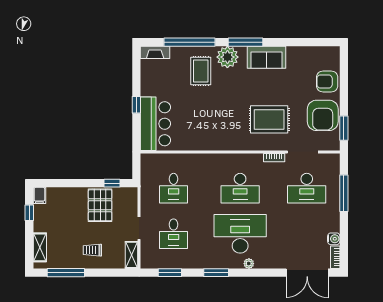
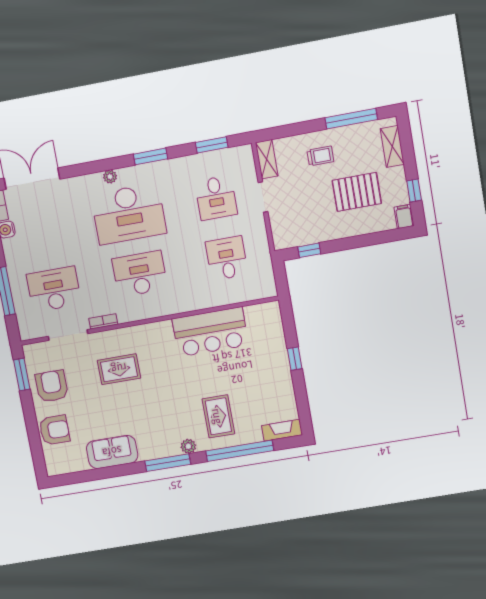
plant: (227, 57) -> (188, 446), width x0.53, depth x0.53
sofa: (267, 57) -> (112, 452), moved
armchair: (323, 115) -> (52, 386), width x0.73, depth x0.73
rug: (269, 119) -> (119, 369), width x0.73, depth x0.70
bar counter: (155, 124) -> (210, 332), moved, turned -90
pallet: (100, 205) -> (357, 192), moved, turned 90
desk: (174, 234) -> (216, 198), turned 180

